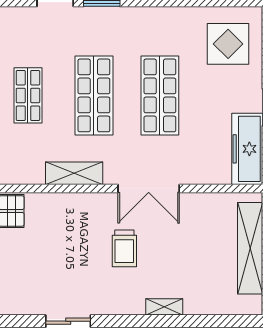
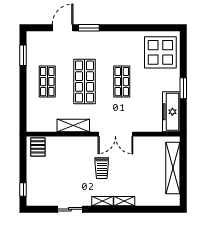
display table: (228, 44) -> (160, 52), width x1.36, depth x1.36
shop shelf: (160, 95) -> (122, 82), width x0.70, depth x0.74
shelving: (126, 307) -> (102, 201), added

